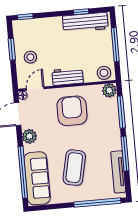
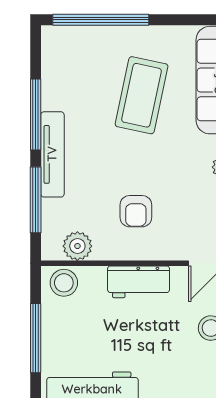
plant: (109, 90) -> (77, 246), moved
armchair: (72, 111) -> (136, 211), width x0.53, depth x0.53
tv unit: (118, 172) -> (52, 154), moved

